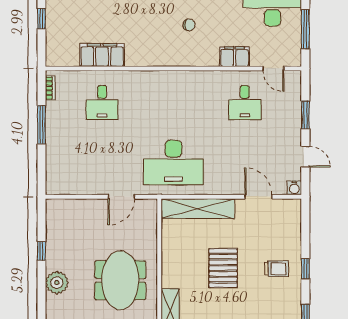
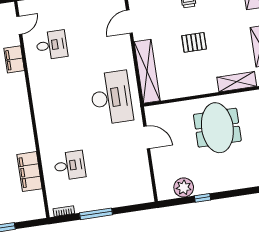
pallet: (223, 268) -> (194, 42), width x0.67, depth x0.71
meeting table: (120, 280) -> (217, 128), turned 90
plant: (57, 283) -> (184, 187), moved

